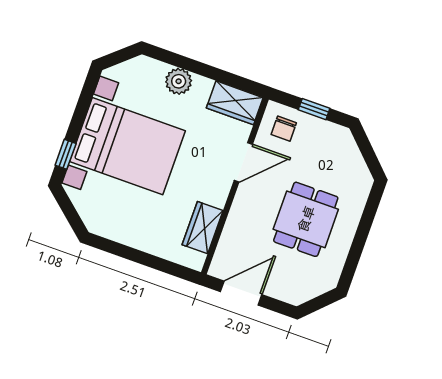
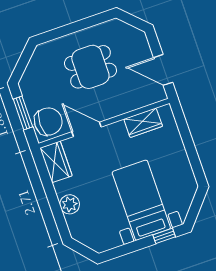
window: (314, 109) -> (23, 113), width x1.50
chair: (284, 129) -> (48, 122), width x1.87, depth x1.87
bed with nightstands: (127, 146) -> (141, 200), width x0.73

